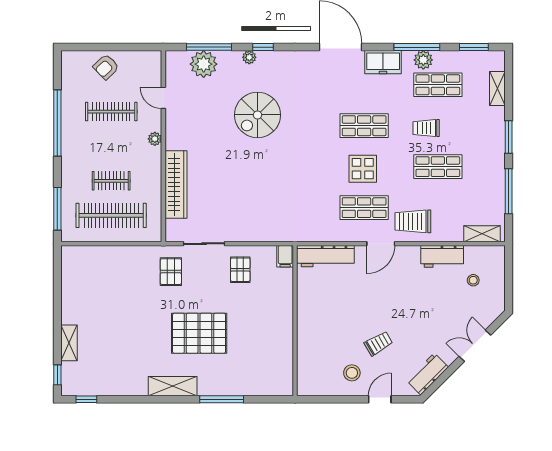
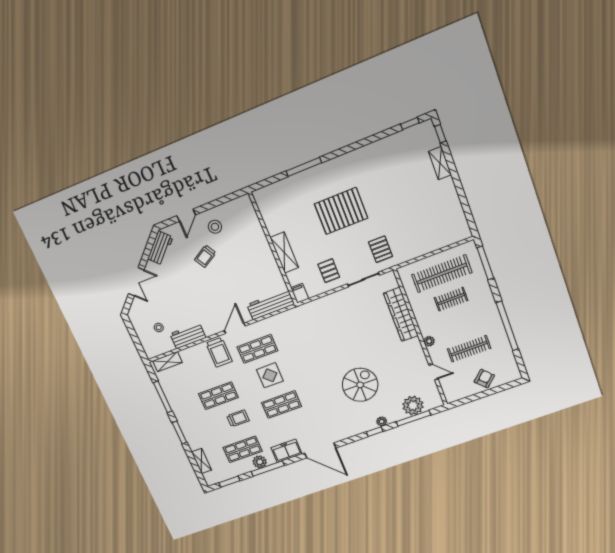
trolley: (413, 221) -> (219, 352), turned 90
shelving: (173, 386) -> (284, 253), moved, turned 90

